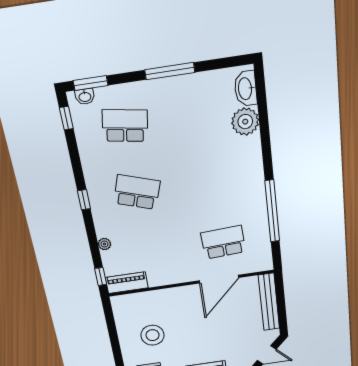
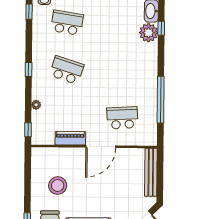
window: (263, 112) -> (161, 28), added
door: (219, 279) -> (101, 147), moved
piano: (127, 283) -> (70, 138), moved

